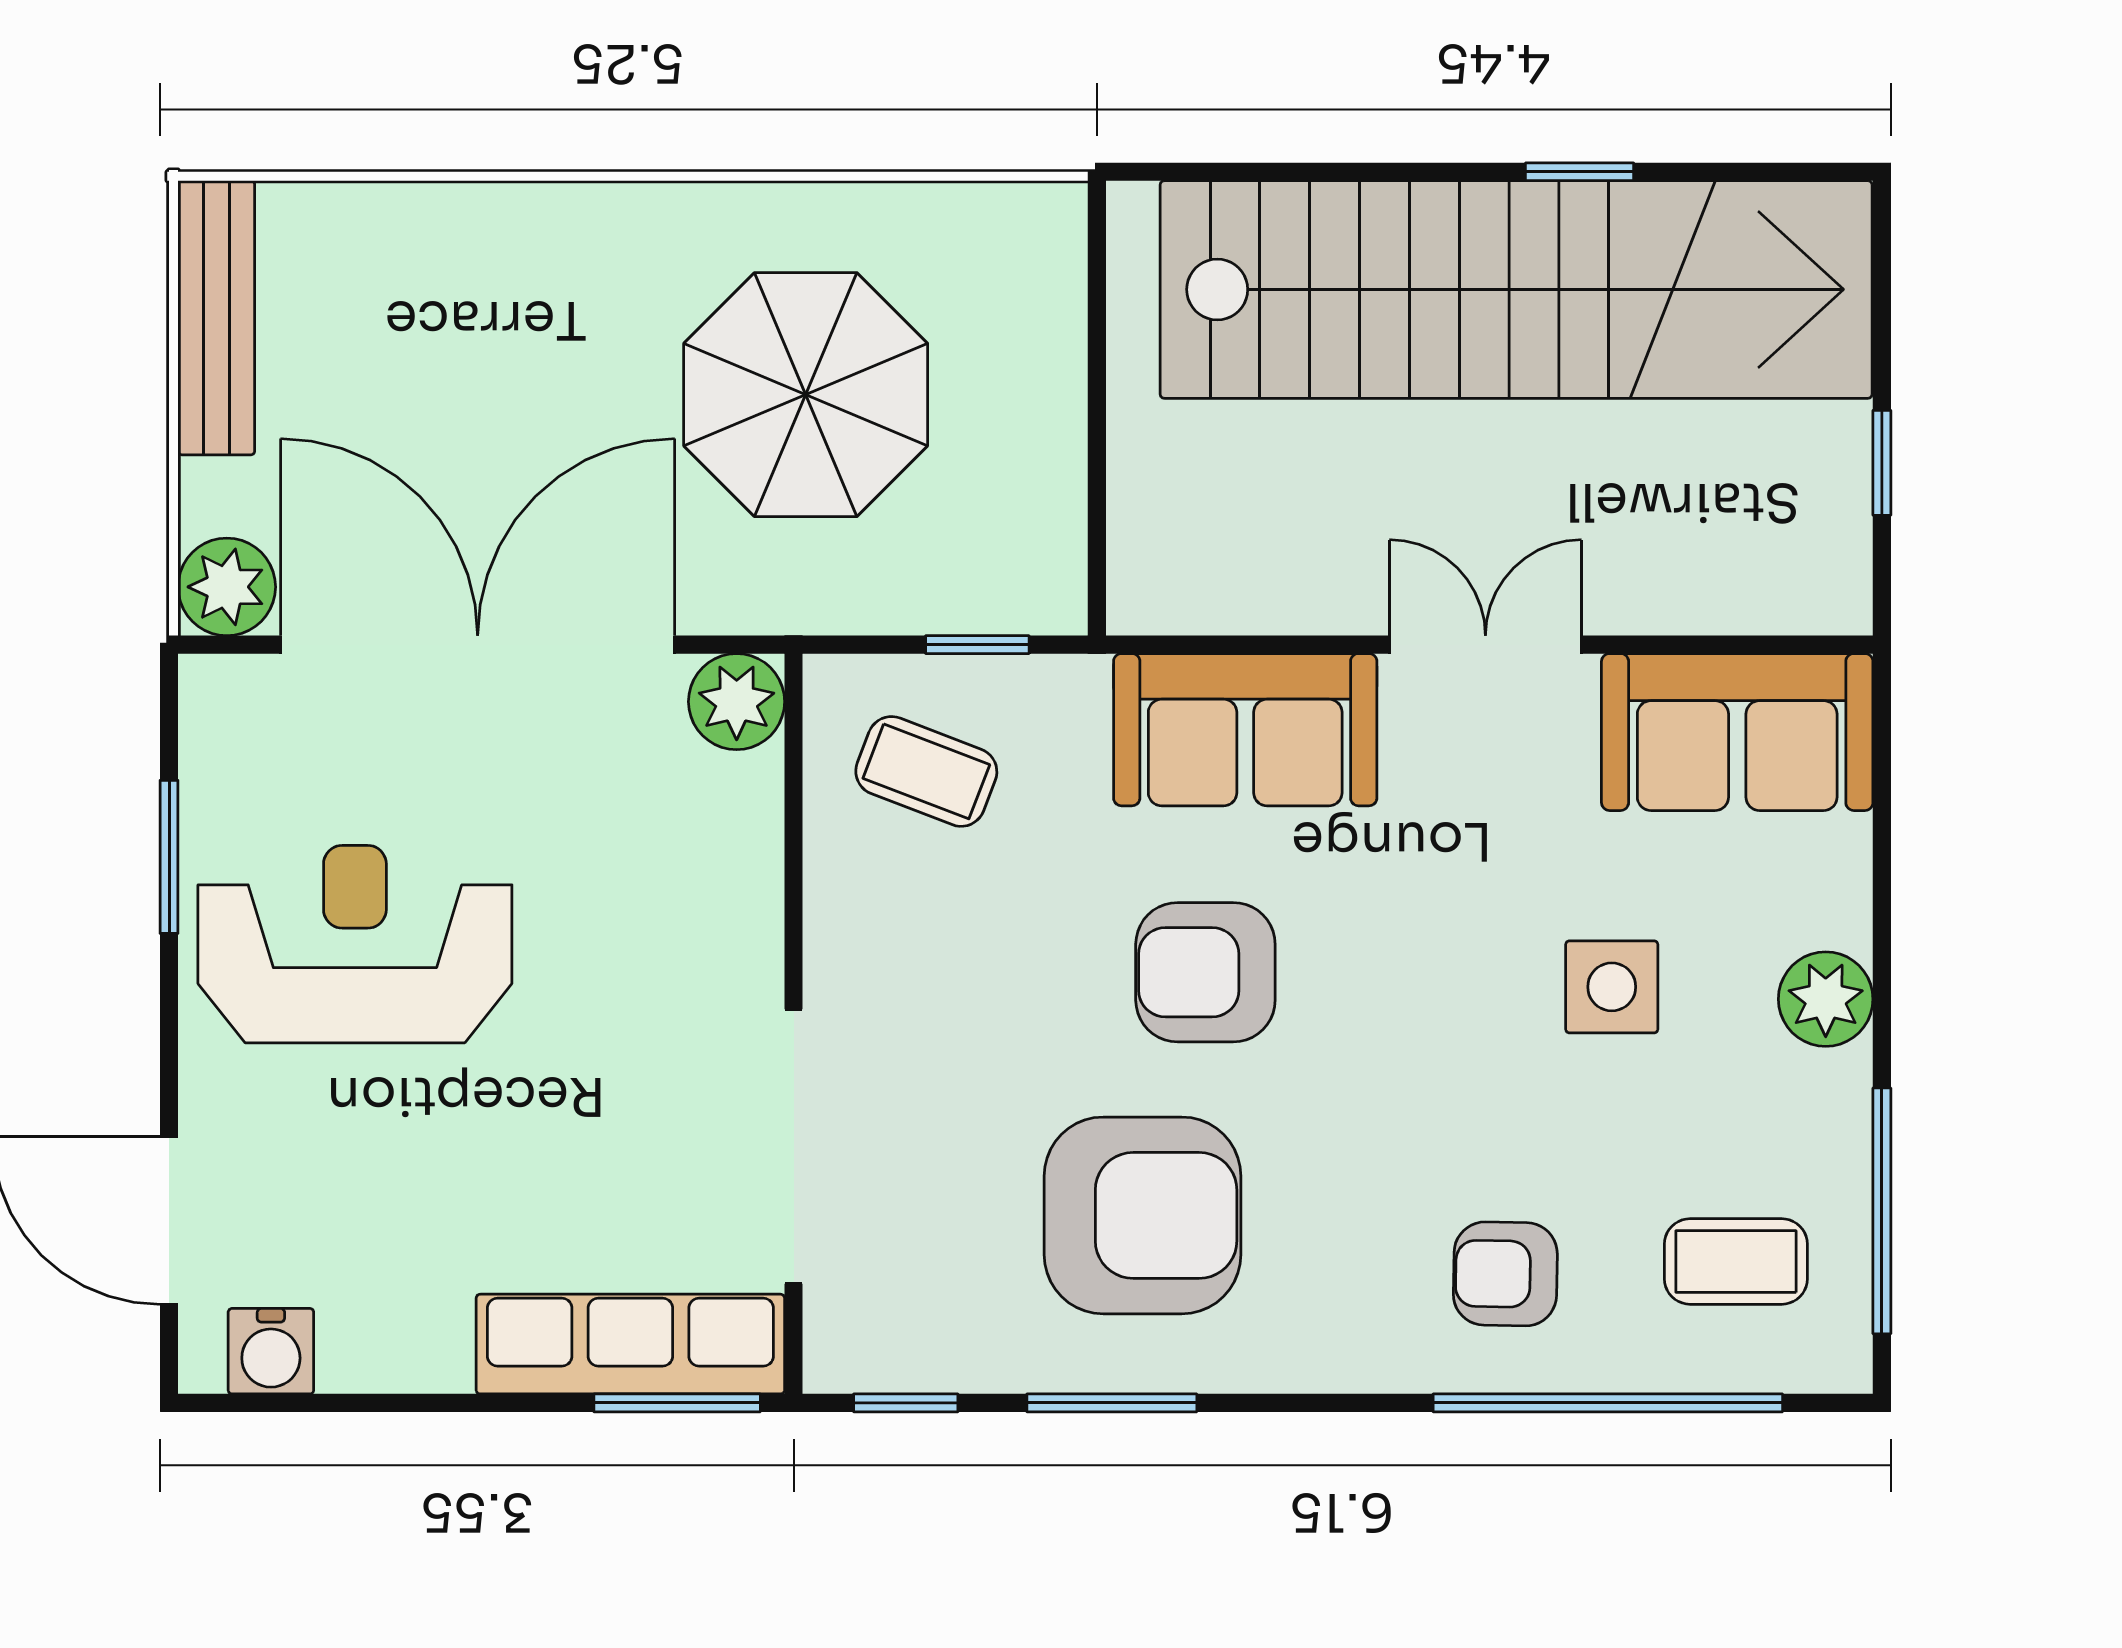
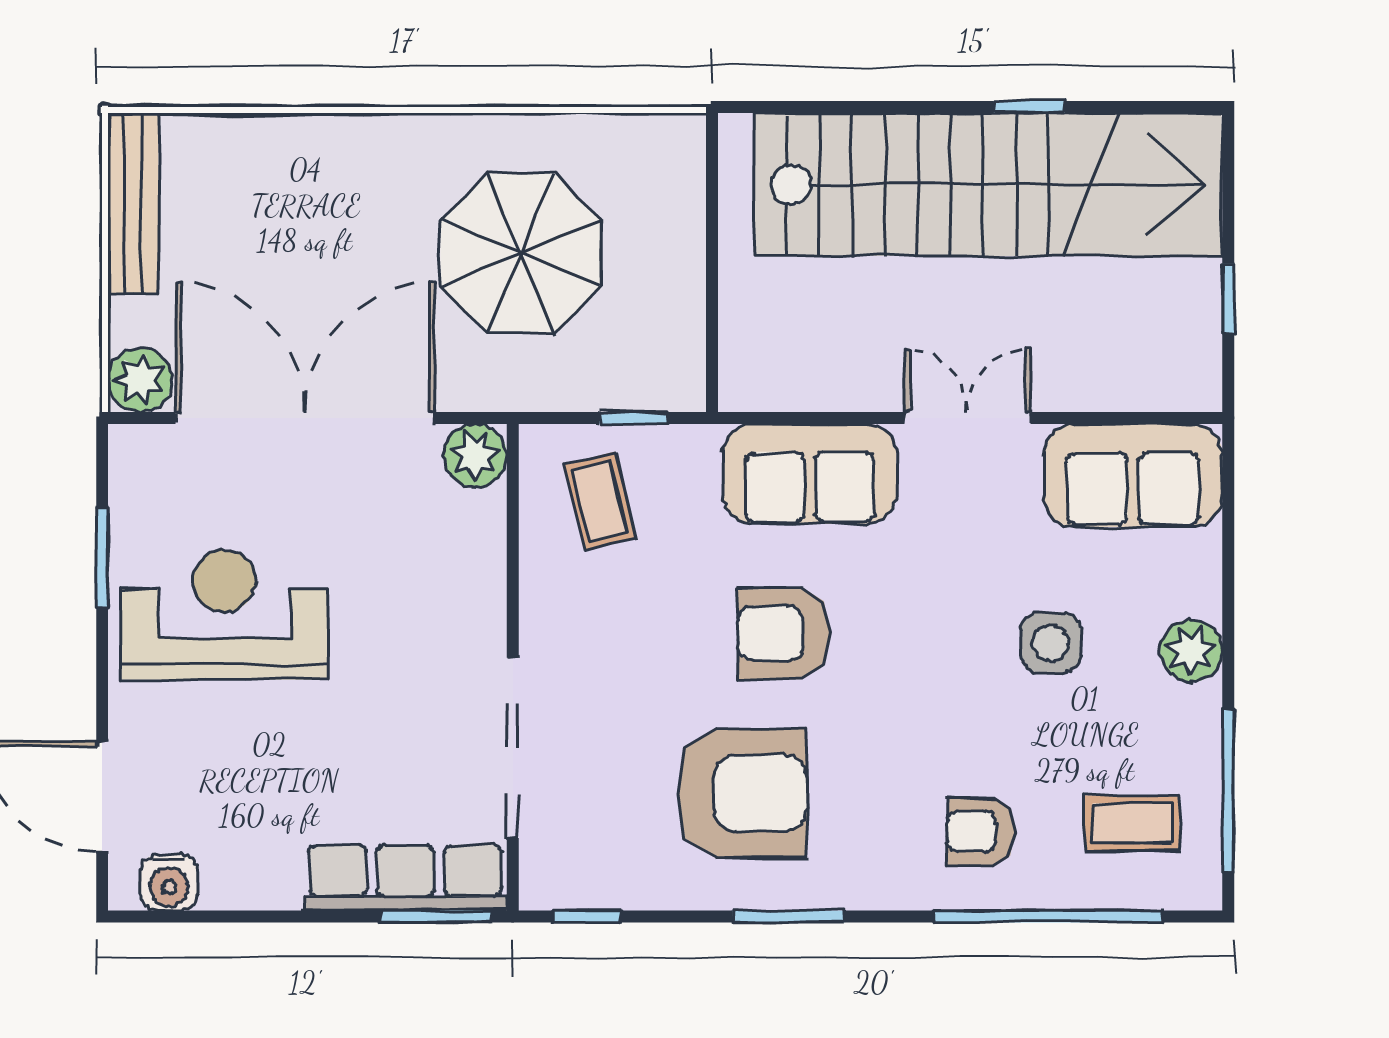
coffee table: (926, 771) -> (600, 501), turned 55
window: (1112, 1403) -> (789, 916), moved

